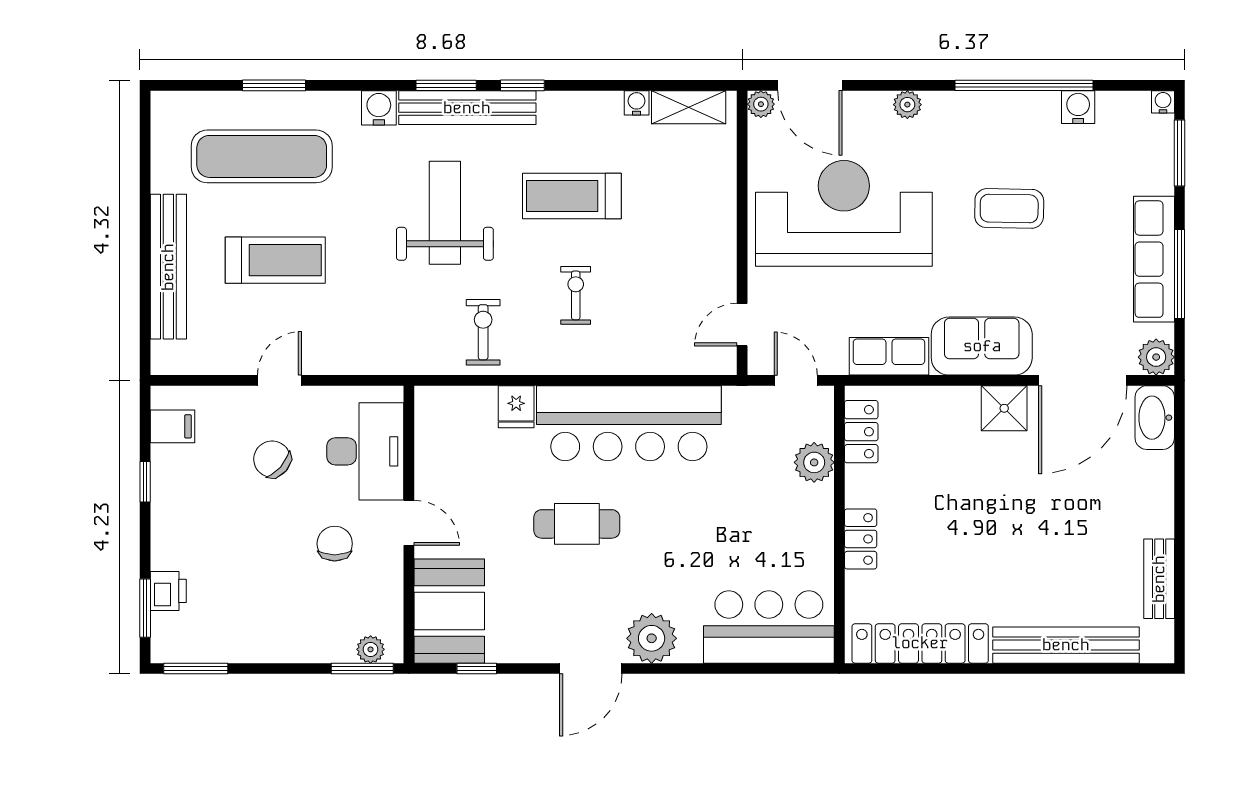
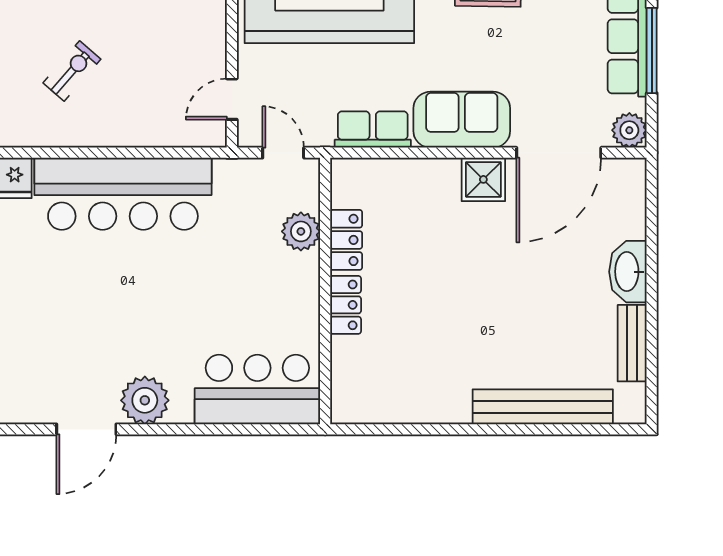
exercise bike: (576, 295) -> (72, 71), turned 41
washbasin: (1155, 418) -> (628, 272), moved
locker: (861, 432) -> (346, 240), moved
cafe table: (577, 524) -> (73, 291), removed
locker: (920, 643) -> (403, 405), removed

